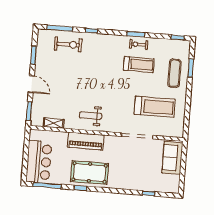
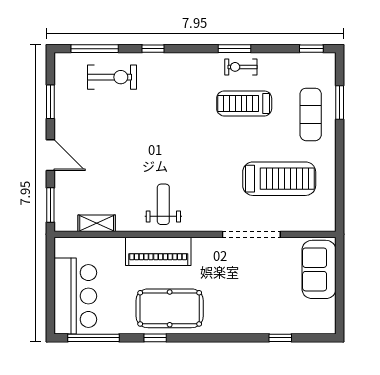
treadmill: (139, 64) -> (244, 103), turned 180
weight bench: (91, 116) -> (163, 204), turned 90

